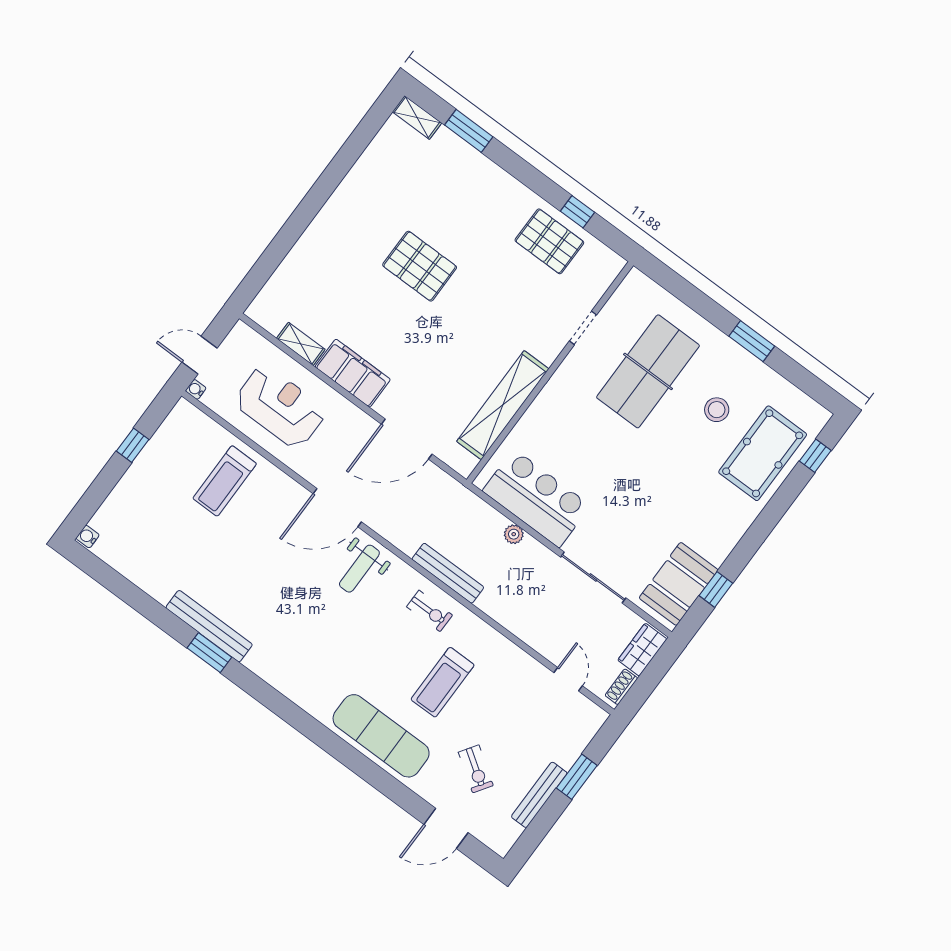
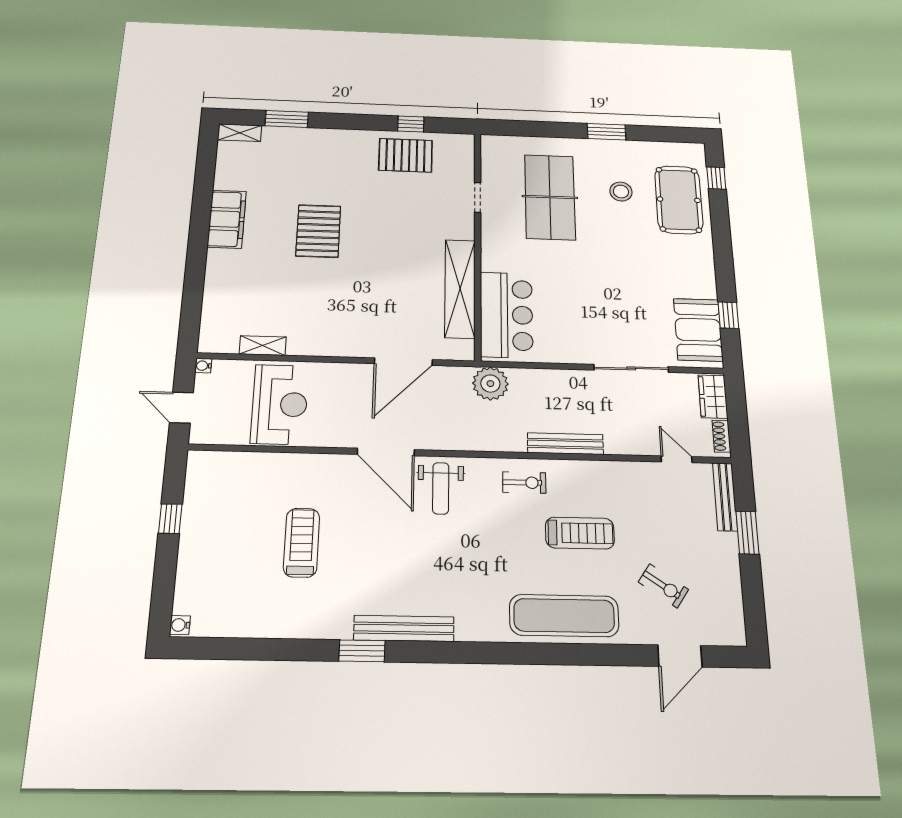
pallet: (420, 266) -> (318, 231), turned 90
door: (200, 355) -> (181, 408), hinge flipped
filing cabinet: (353, 373) -> (227, 219), moved, turned 90
water cooler: (196, 389) -> (203, 366), moved
reception desk: (280, 407) -> (280, 404), turned 90
treadmill: (225, 481) -> (302, 543), moved, turned 180
bar counter: (536, 498) -> (506, 315), moved, turned 90
door: (337, 508) -> (386, 452), hinge flipped
plant: (514, 534) -> (490, 384), moved, width x1.87, depth x1.87
bench: (448, 573) -> (565, 444), moved
bench: (209, 626) -> (404, 628), moved
treadmill: (443, 682) -> (580, 533), turned -90
bench: (539, 795) -> (725, 497), moved

